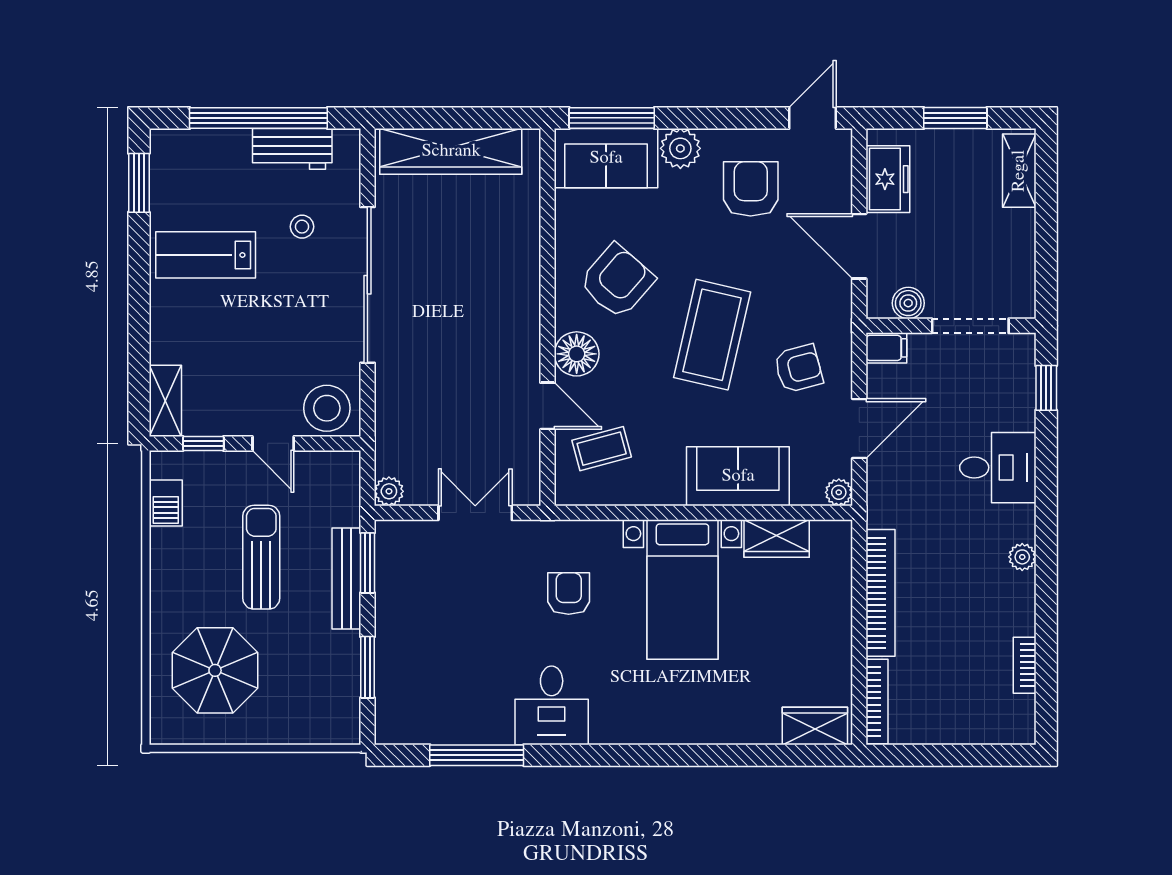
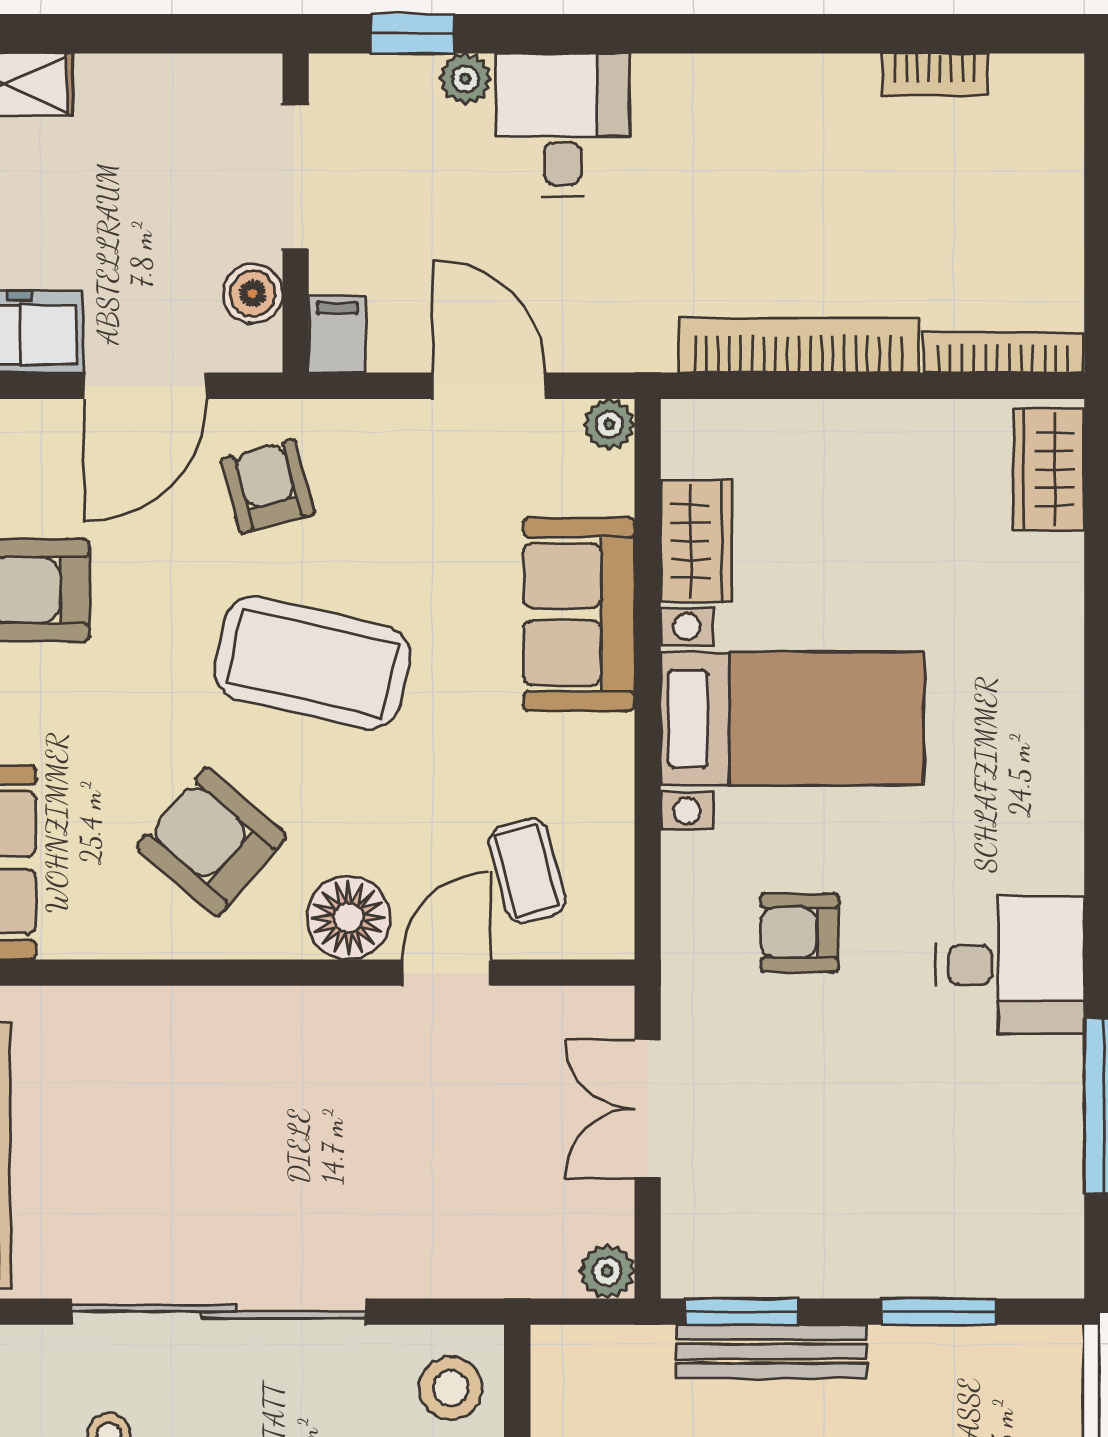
armchair: (798, 368) -> (268, 486), moved
stool: (327, 408) -> (451, 1388), width x0.73, depth x0.73
plant: (1022, 557) -> (465, 79), moved

